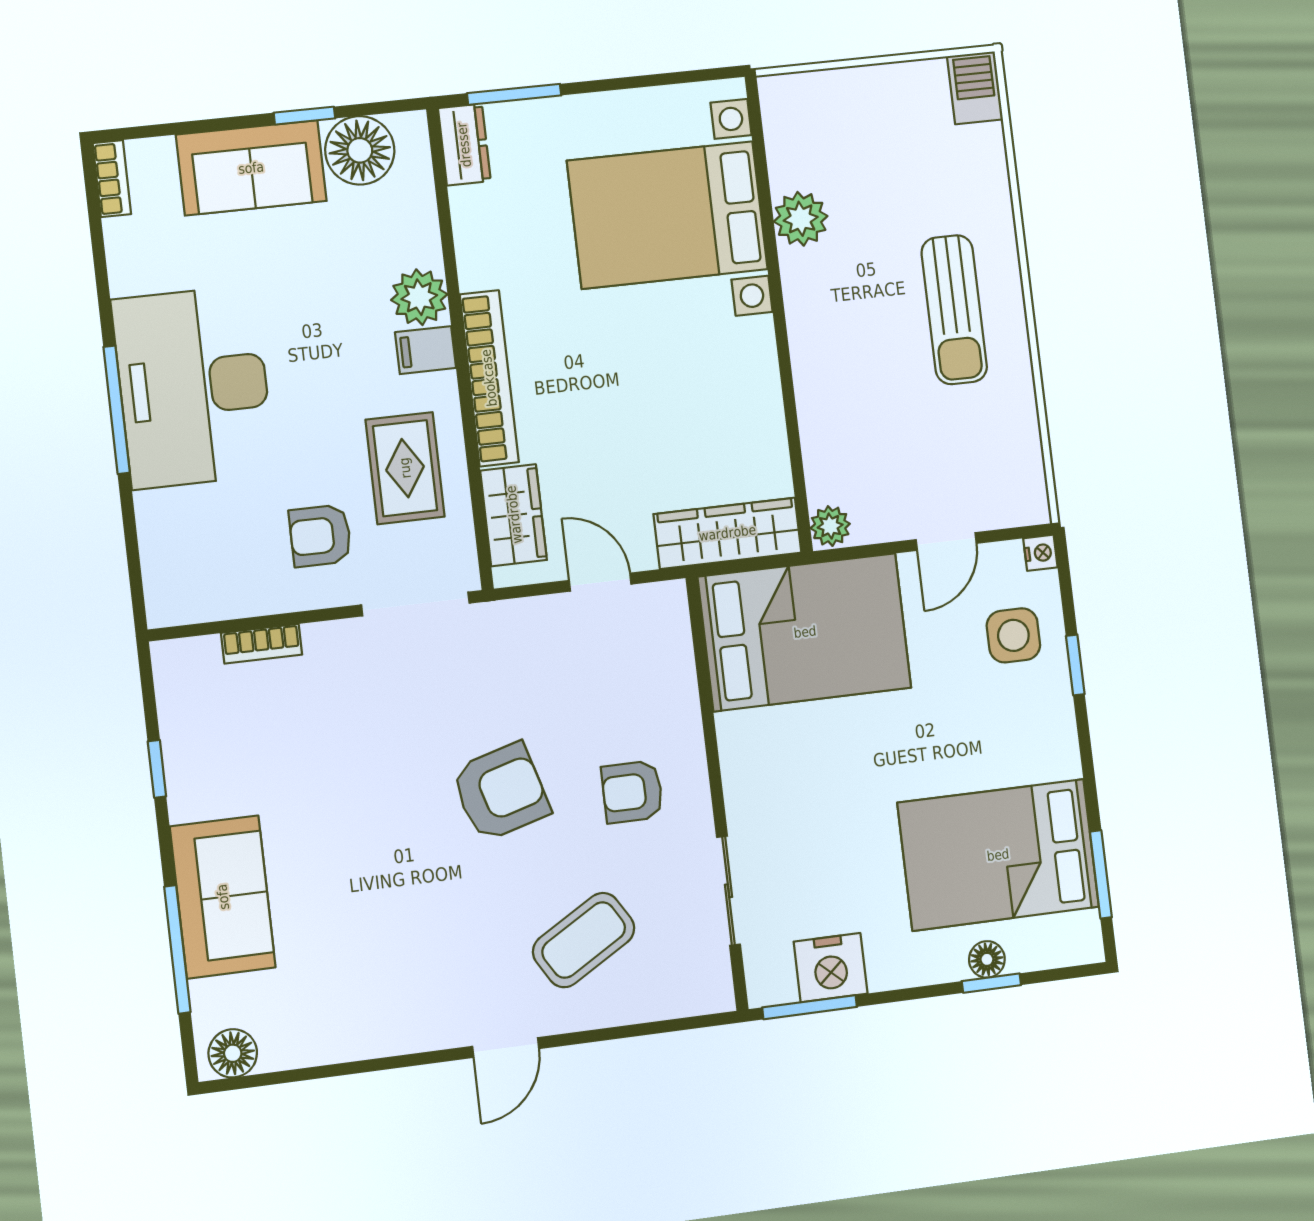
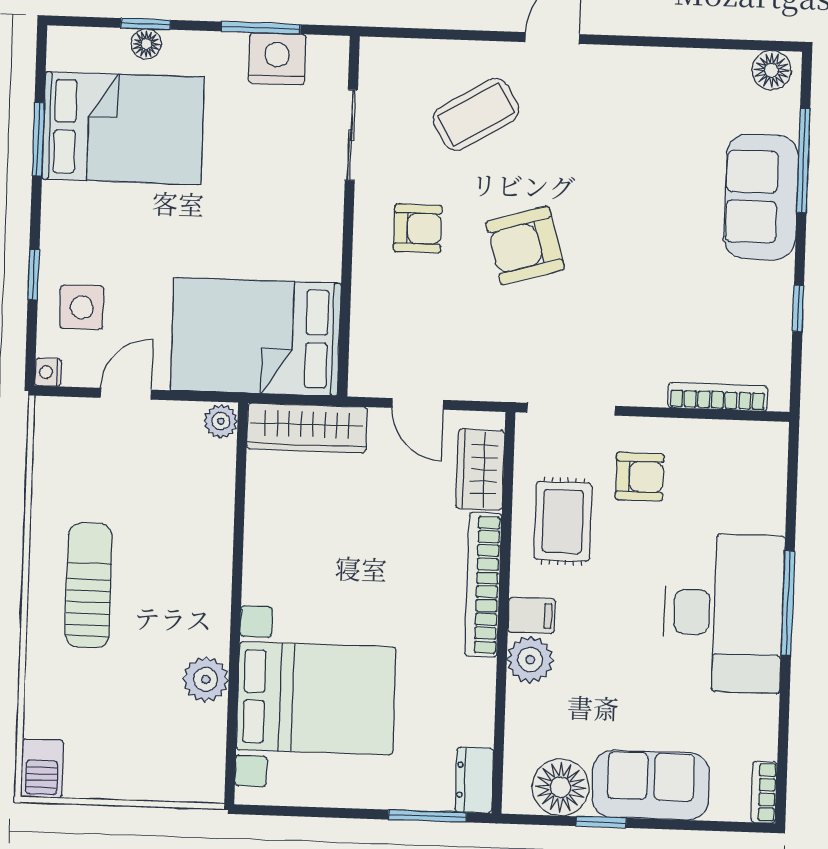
bookcase: (262, 644) -> (718, 397), width x1.56
window: (1101, 874) -> (38, 139), moved
window: (810, 1007) -> (261, 28), moved

